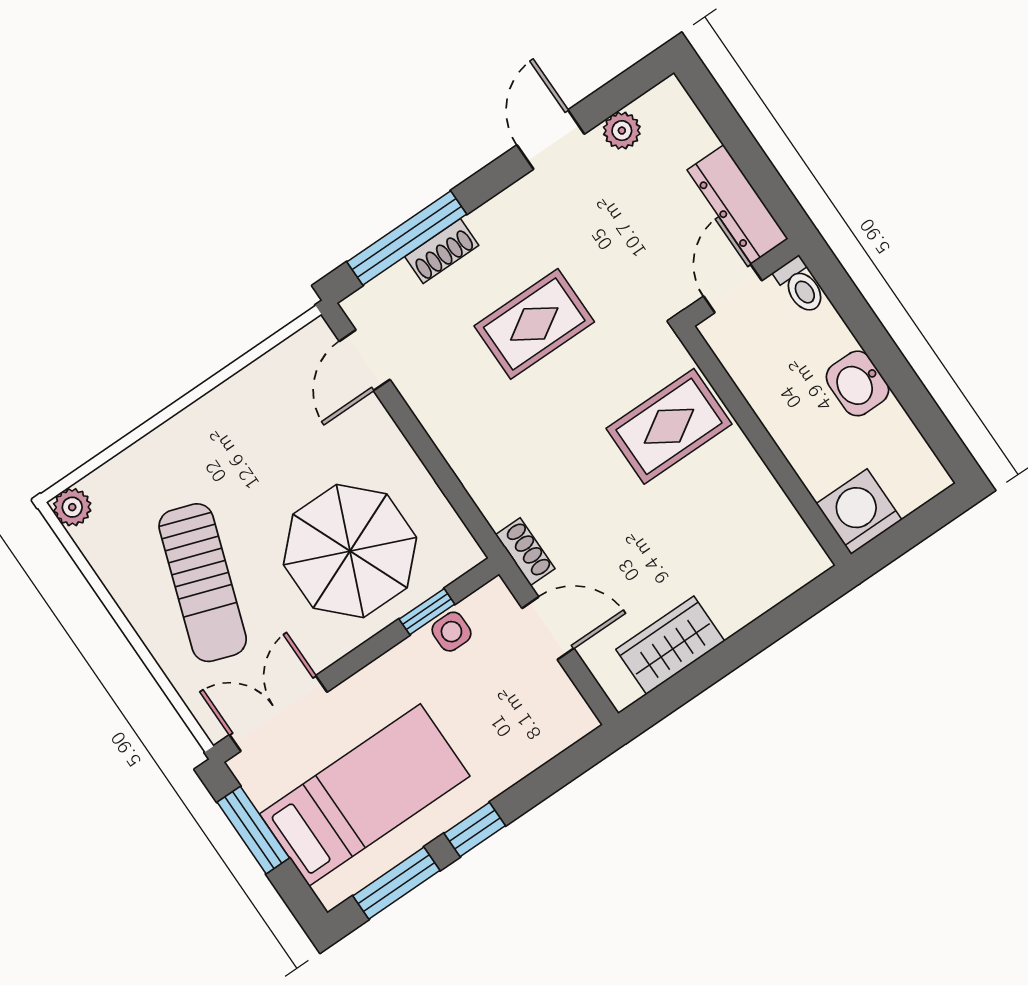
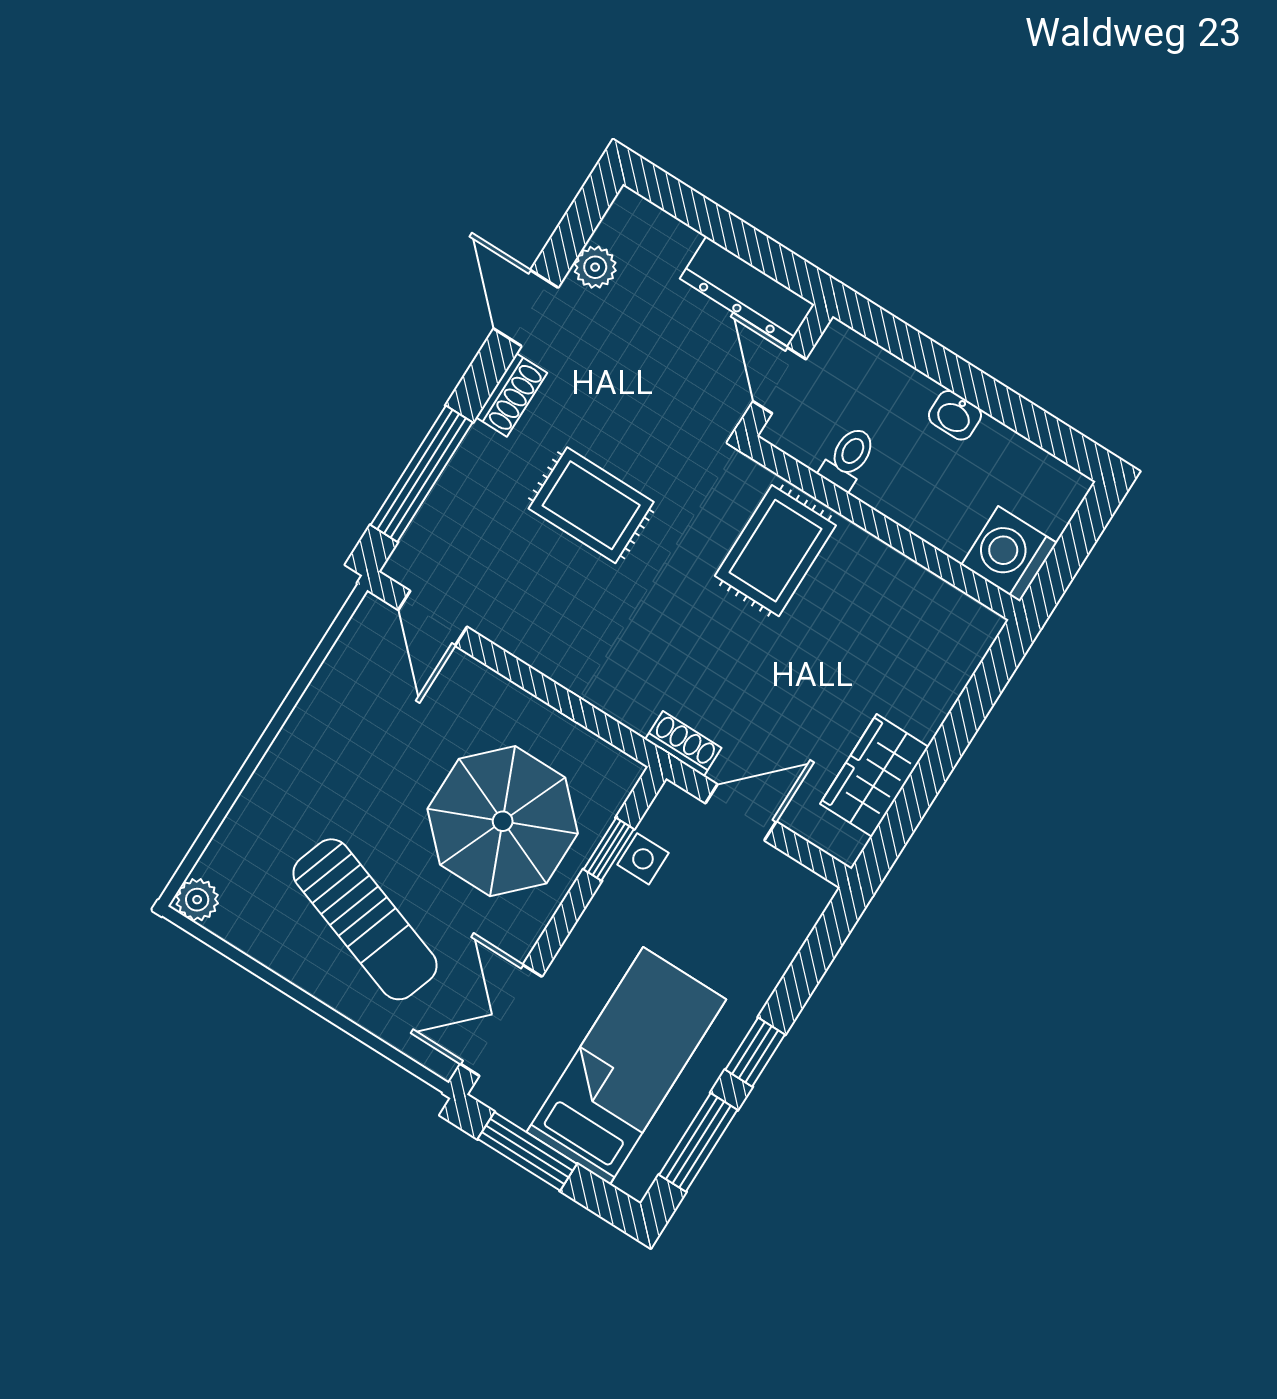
shoe rack: (442, 251) -> (512, 395), moved
toilet: (801, 286) -> (848, 458), moved, turned -90
rug: (534, 324) -> (591, 505), turned 90
washbasin: (857, 383) -> (955, 415), width x0.72, depth x0.69

